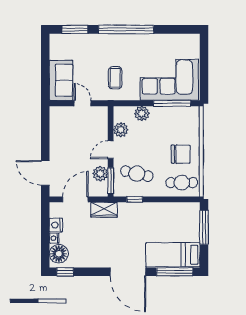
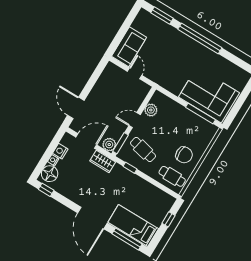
coffee table: (115, 78) -> (170, 69), removed
plant: (142, 113) -> (174, 107), removed
plant: (100, 174) -> (109, 145), moved
window: (204, 227) -> (168, 219), width x0.46

